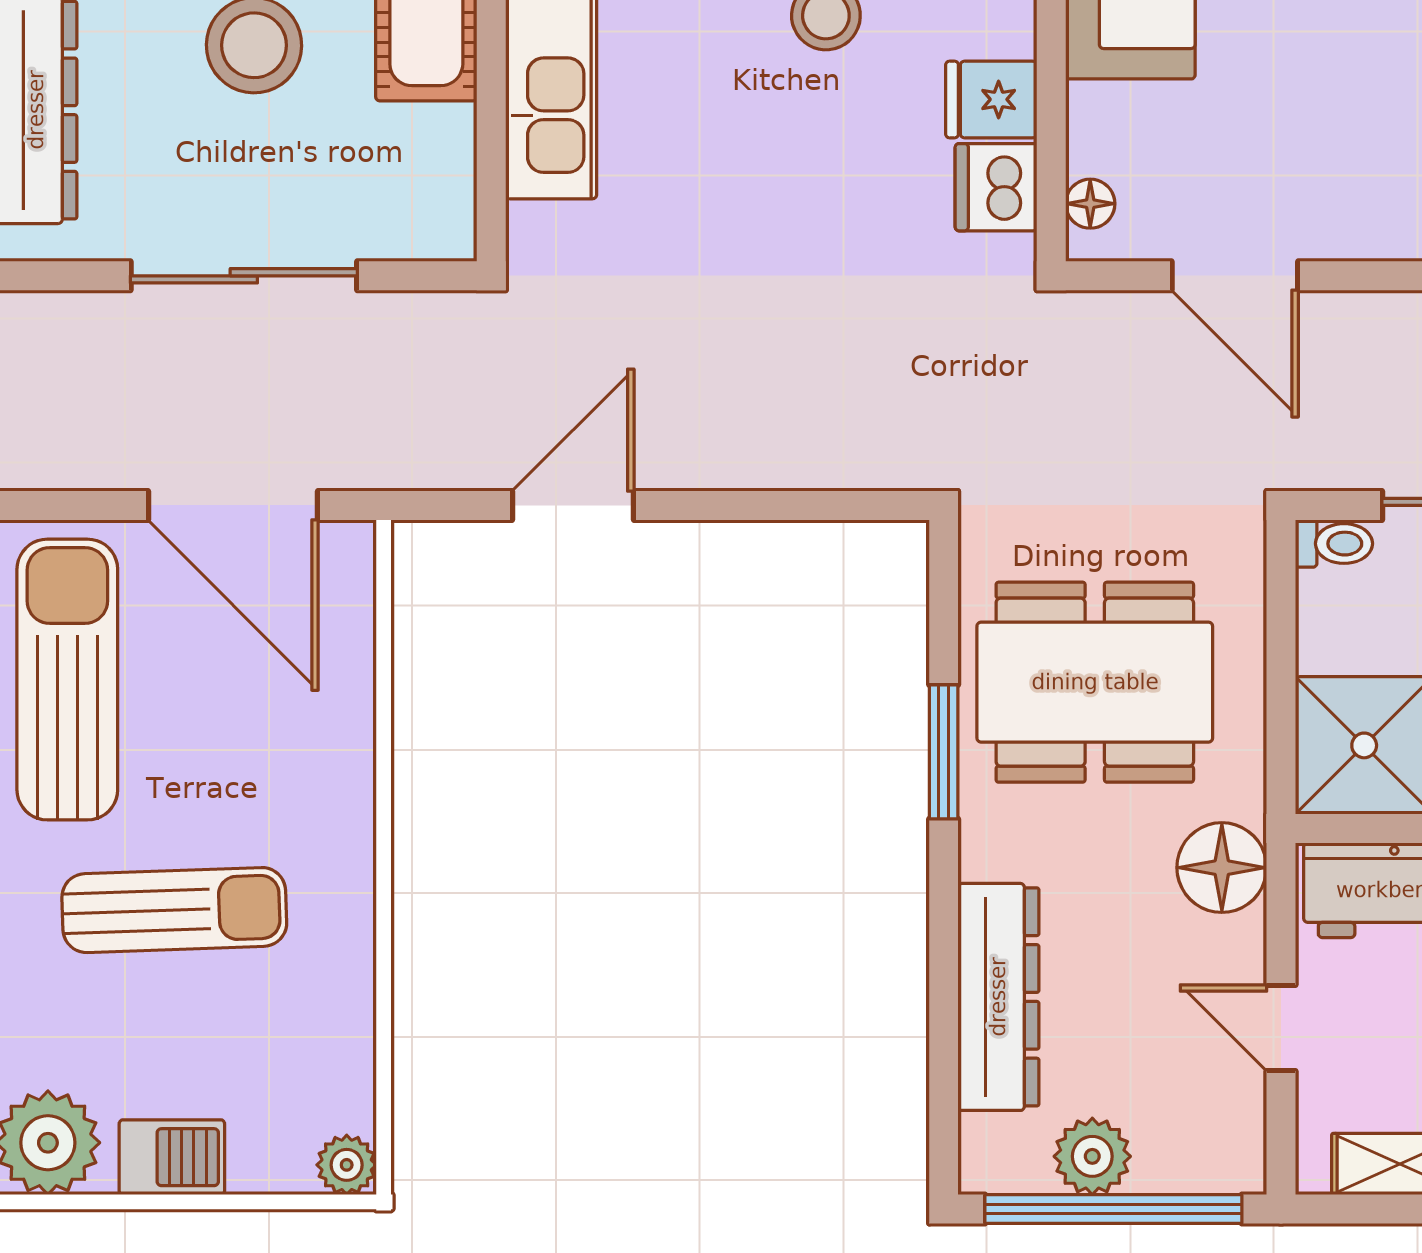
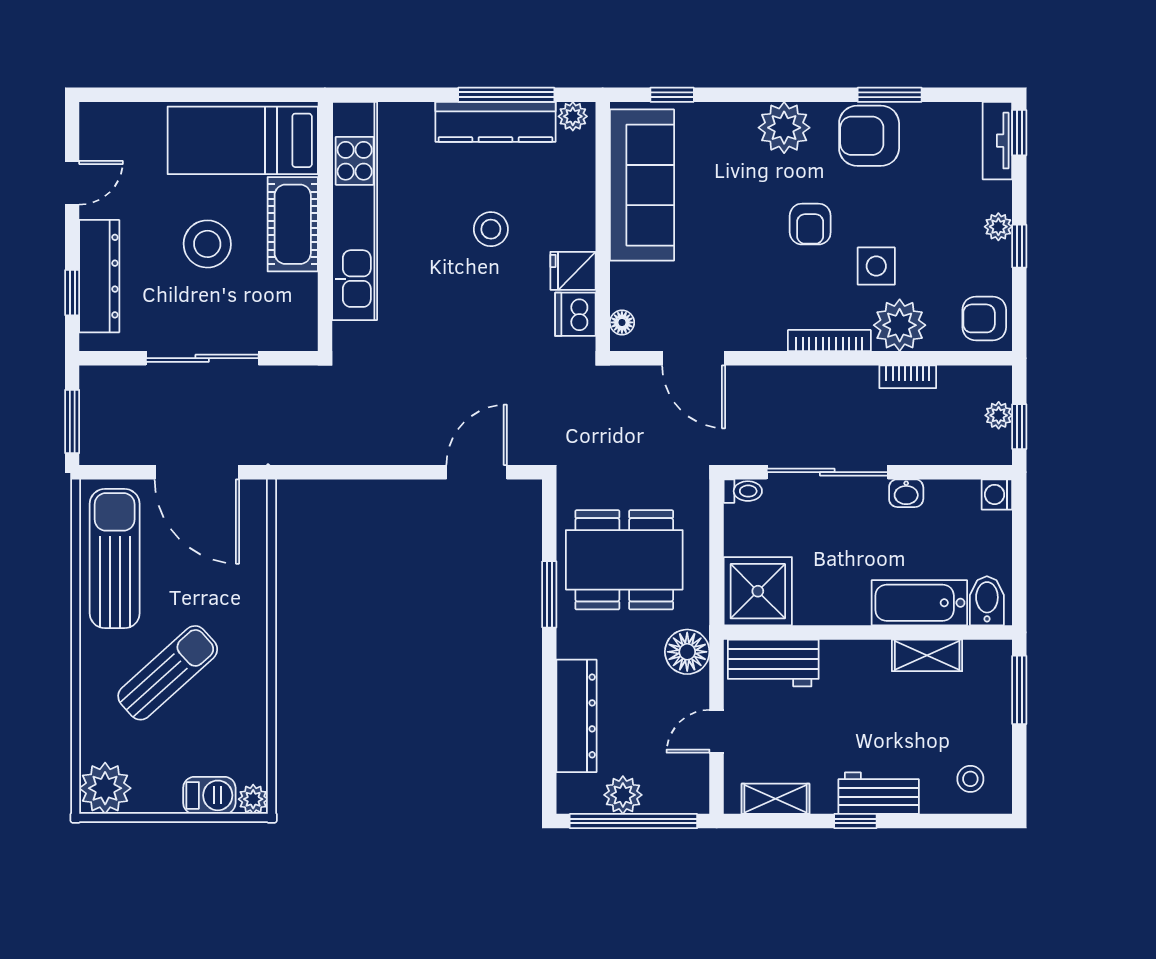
door: (573, 505) -> (477, 472), moved
sun lounger: (174, 910) -> (168, 673), turned -40
door: (1281, 1028) -> (717, 731), hinge flipped
barbecue: (172, 1157) -> (209, 795), moved

